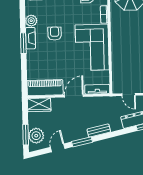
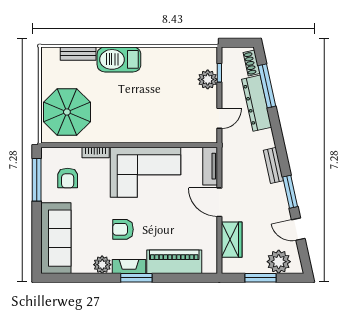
piano: (45, 88) -> (174, 262), moved, turned 90
wardrobe: (39, 105) -> (232, 240), moved
window: (26, 135) -> (260, 278), moved

